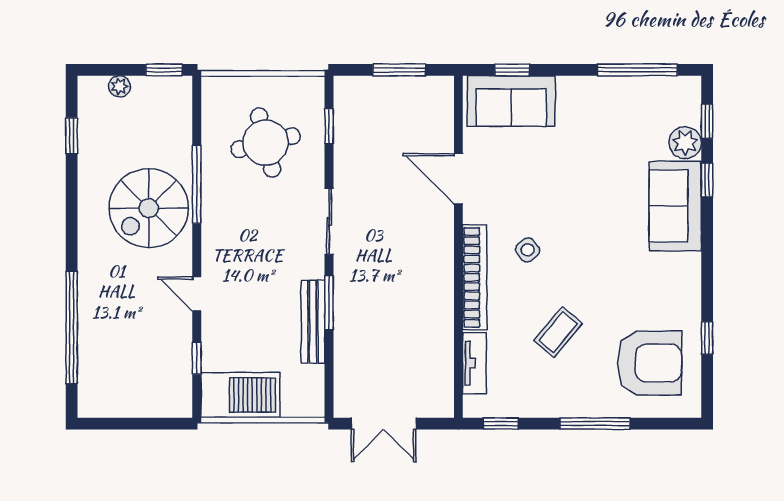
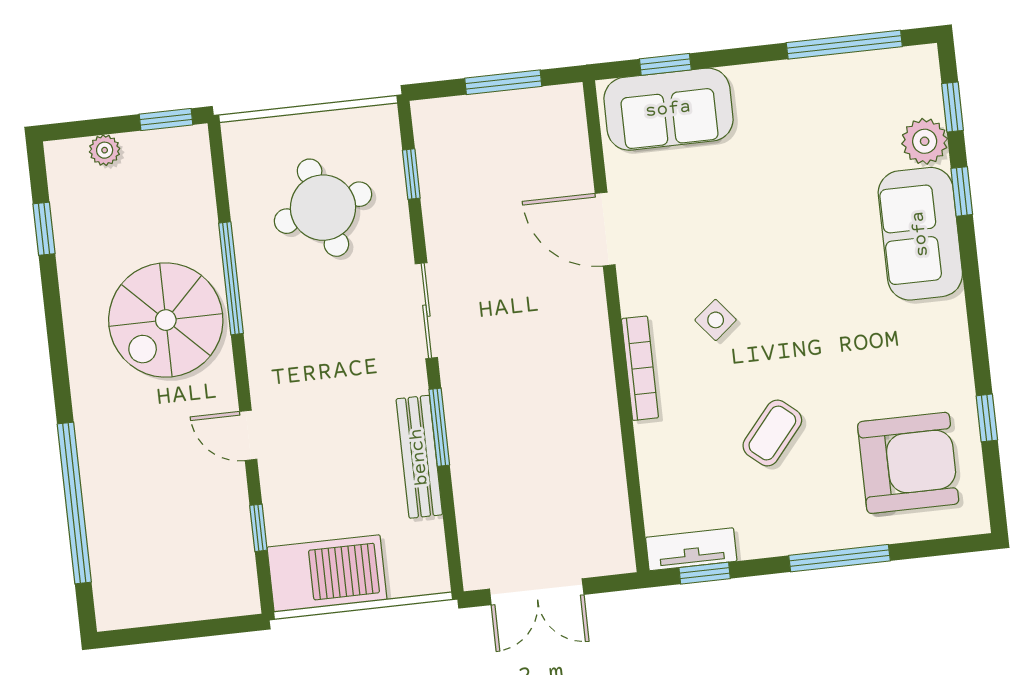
bookcase: (475, 277) -> (640, 368), width x0.68, depth x0.76
tv unit: (474, 363) -> (691, 549), moved, turned -90

